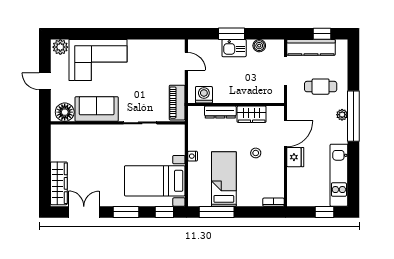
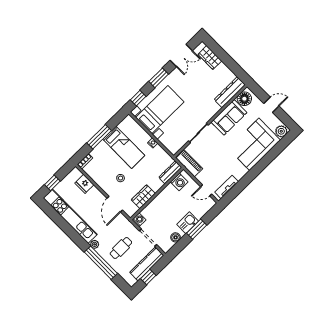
tv unit: (164, 46) -> (227, 187), added
washing machine: (277, 96) -> (139, 220), added
dresser: (220, 112) -> (170, 172), moved
window: (353, 116) -> (101, 263), moved
dresser: (72, 132) -> (230, 92), added
fridge: (295, 157) -> (84, 184), moved
kitchen unit: (339, 175) -> (70, 216), width x1.36
wardrobe: (59, 183) -> (210, 58), width x0.67
window: (217, 212) -> (99, 137), moved

